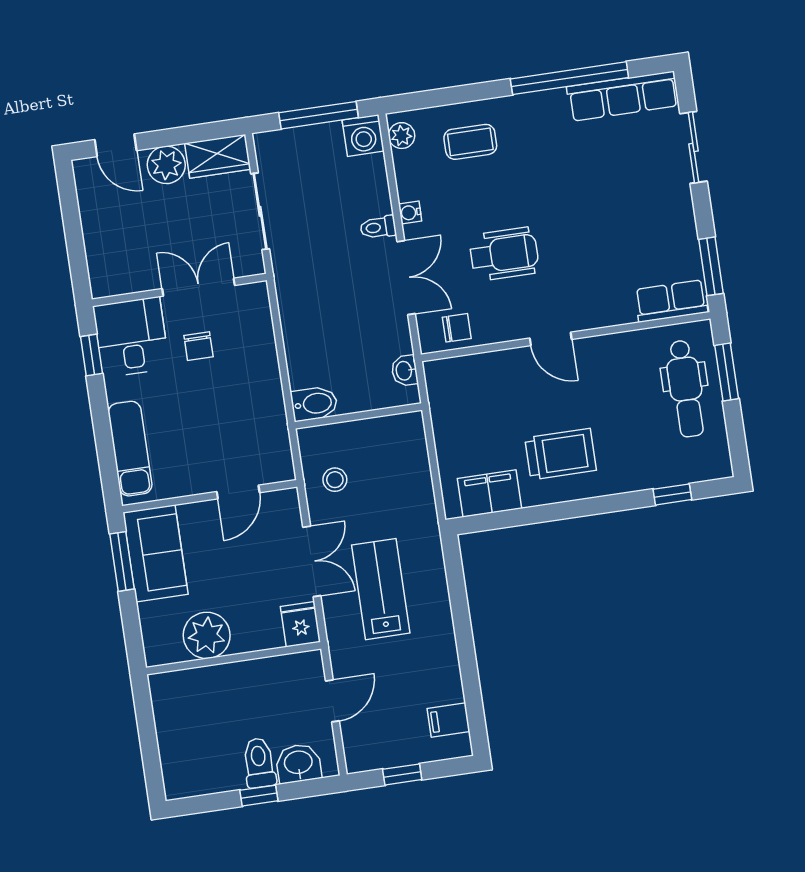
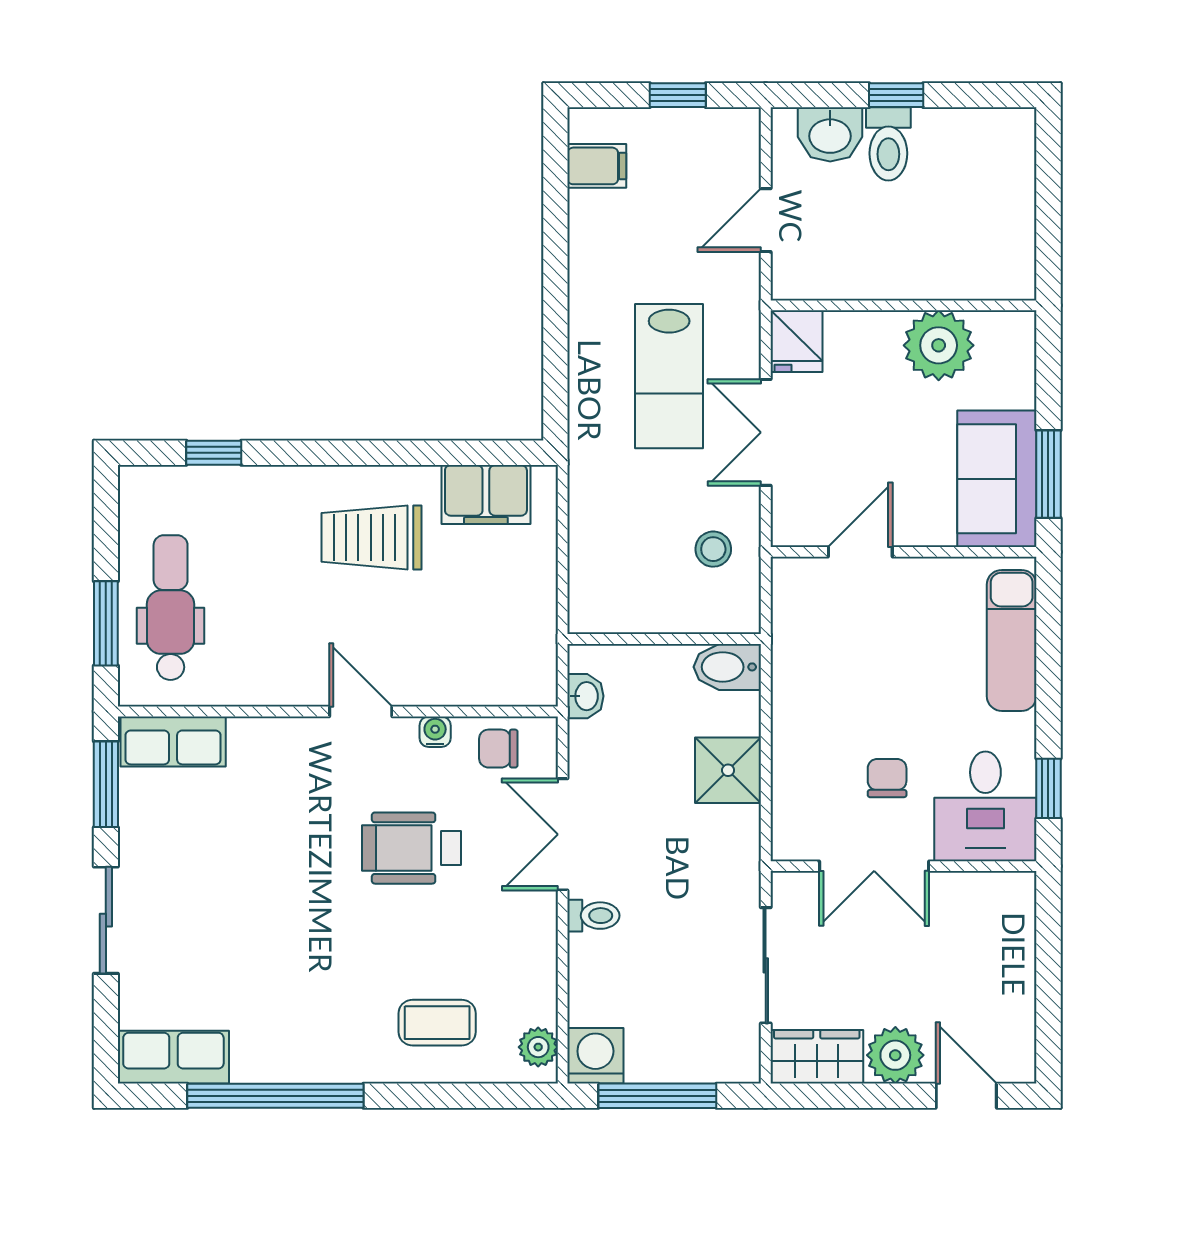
row of seats: (623, 96) -> (173, 1057), width x0.68
sliding door: (693, 147) -> (106, 920), moved
water cooler: (410, 213) -> (435, 732), moved, turned -90
shower: (304, 336) -> (728, 770), added

